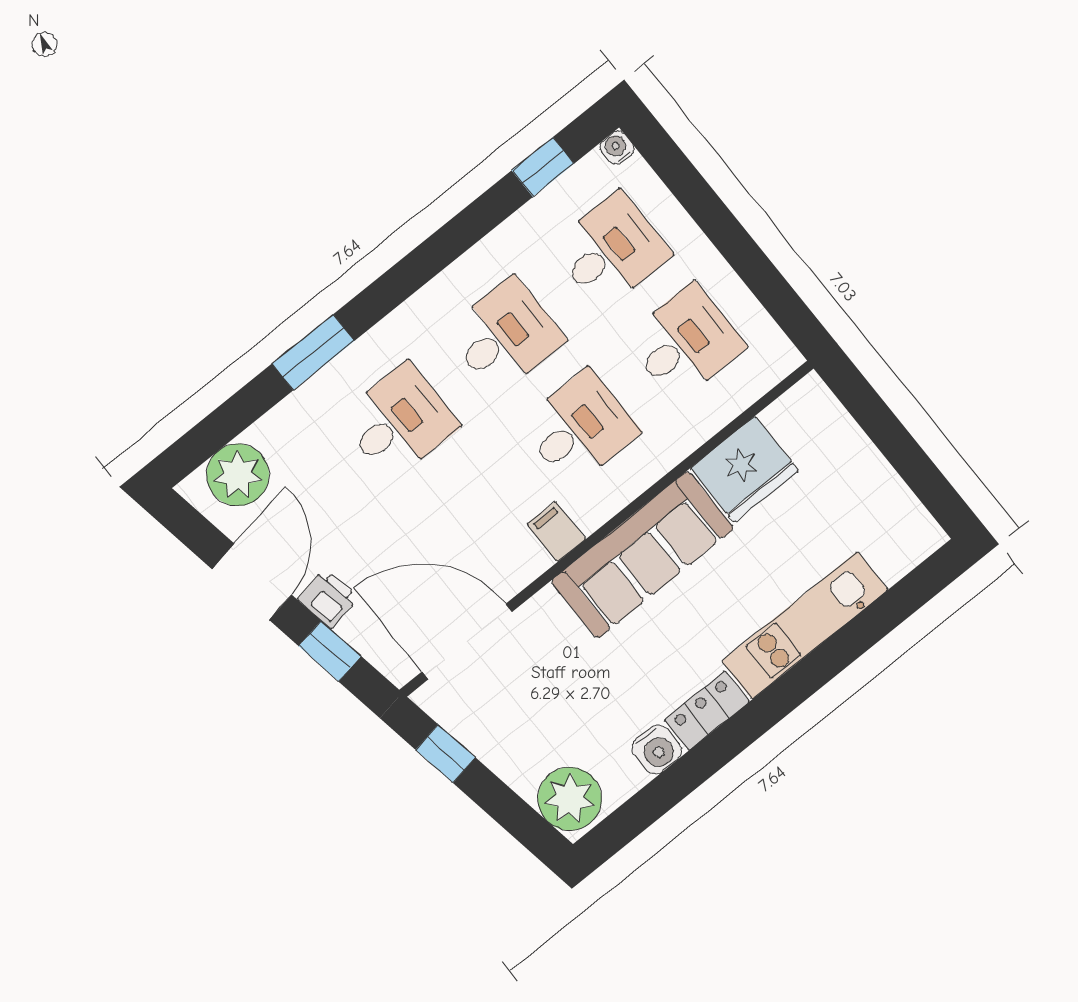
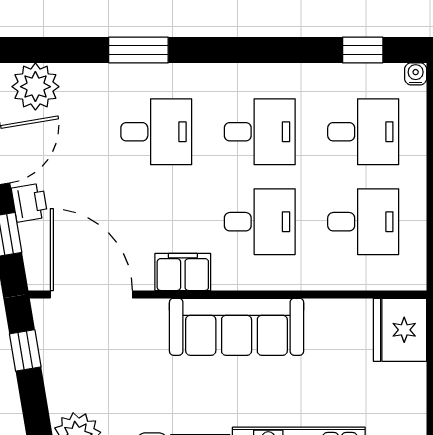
fridge: (745, 469) -> (400, 330), moved, turned 90
filing cabinet: (556, 531) -> (183, 272), width x2.00

